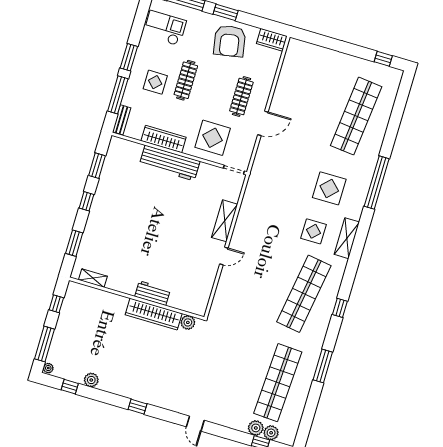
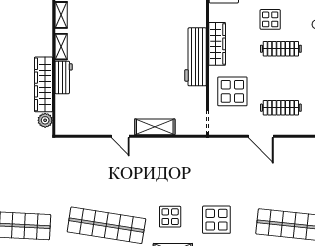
shelving: (123, 287) -> (61, 47), added

